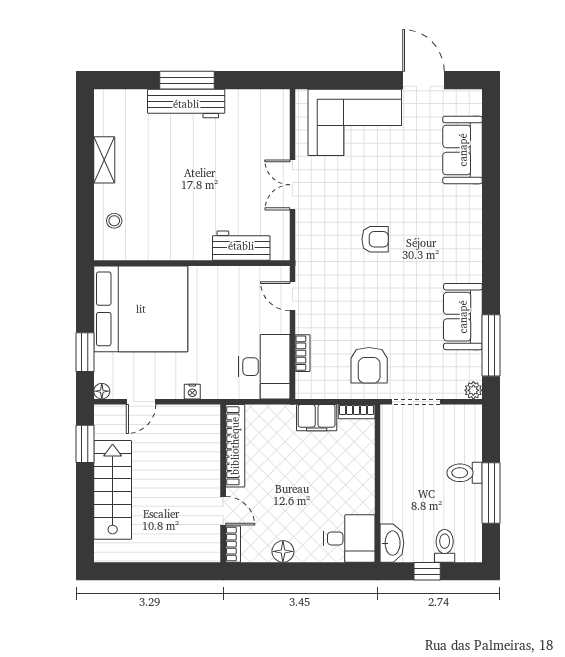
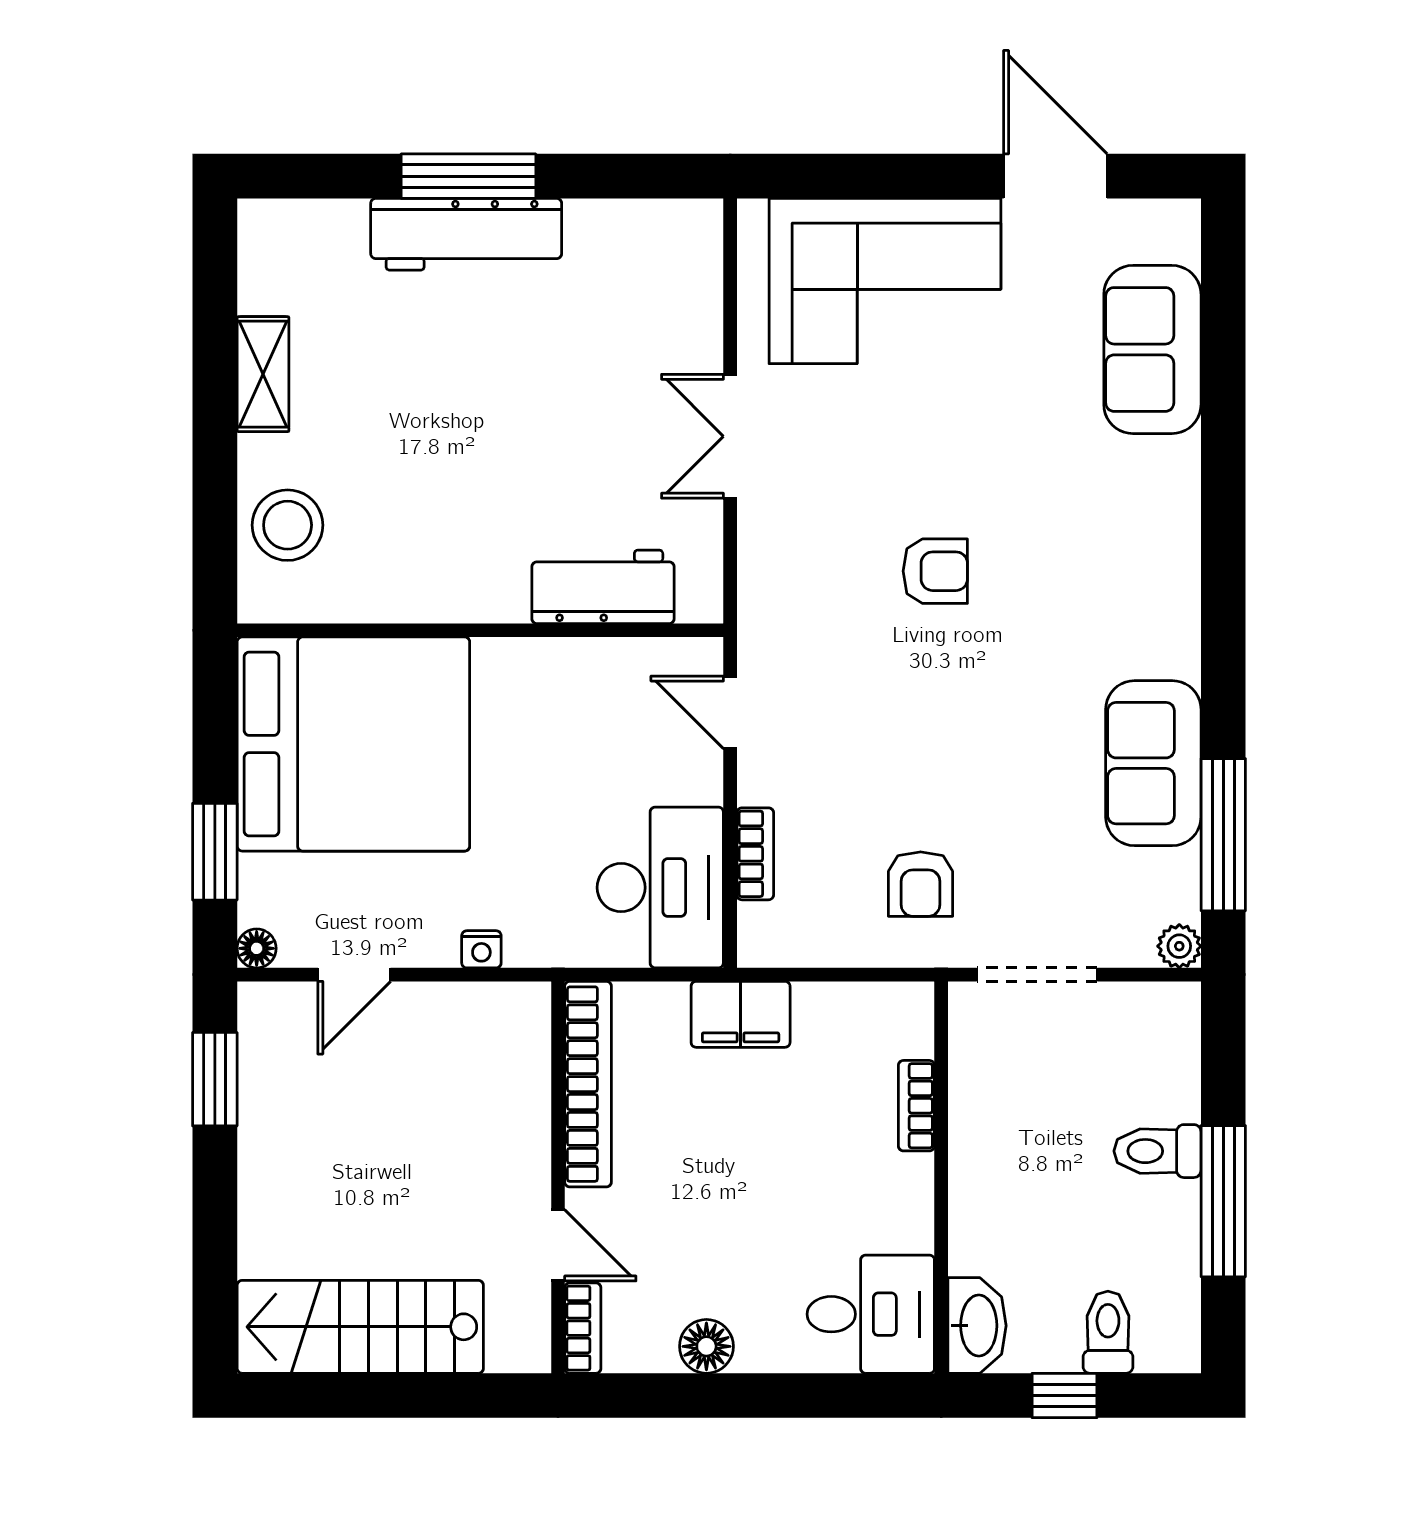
stool: (114, 221) -> (288, 525), width x1.89, depth x1.89
armchair: (369, 365) -> (921, 884), width x0.72, depth x0.72
bookcase: (357, 412) -> (916, 1106), moved, turned 90
filing cabinet: (317, 418) -> (741, 1014), moved
stairs: (113, 490) -> (360, 1327), moved, turned -90

